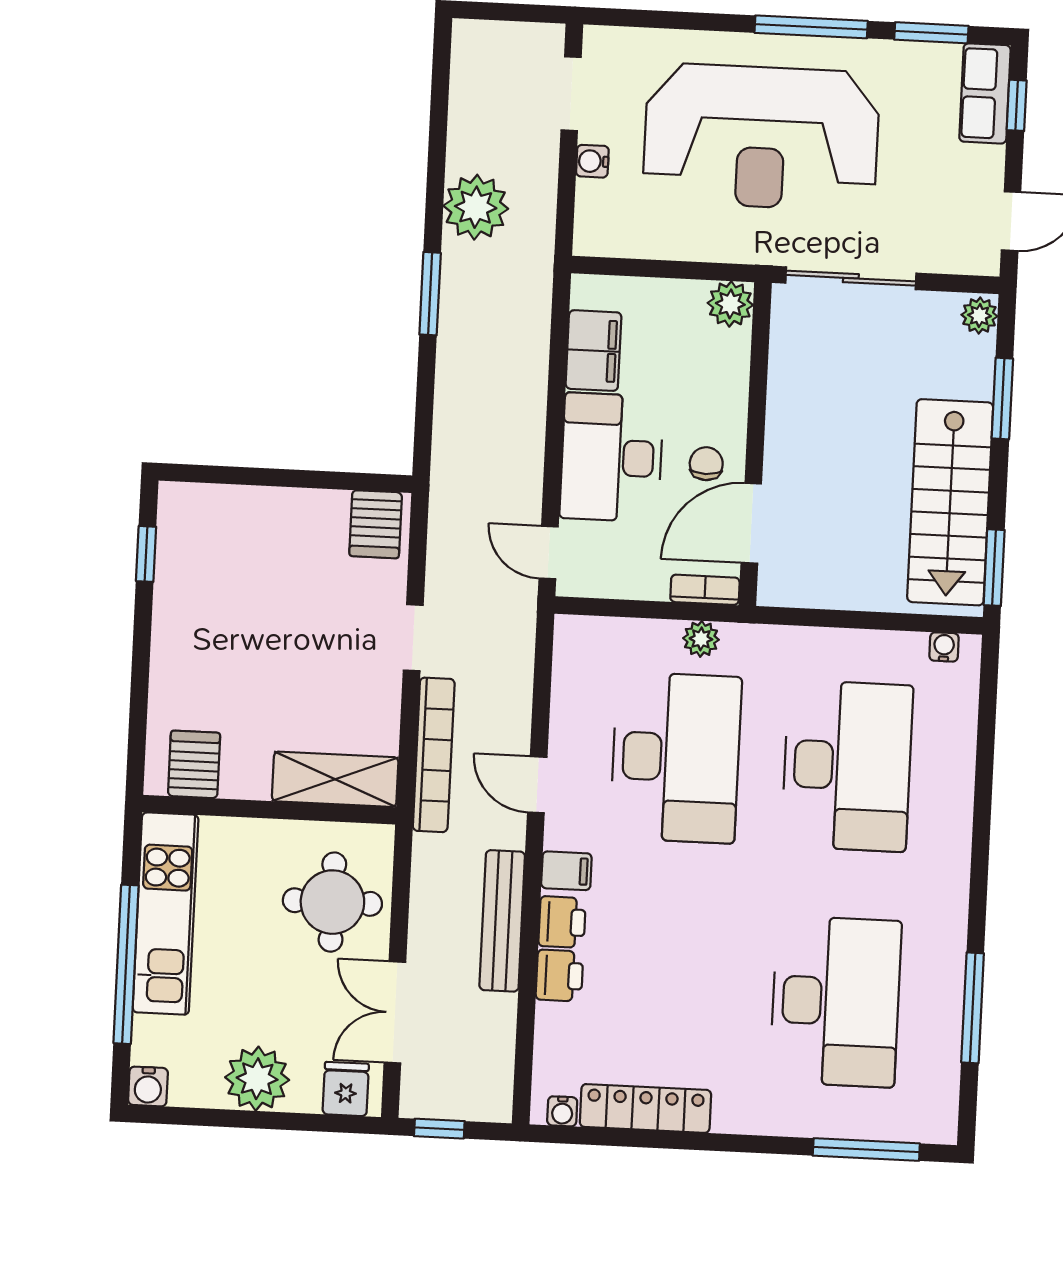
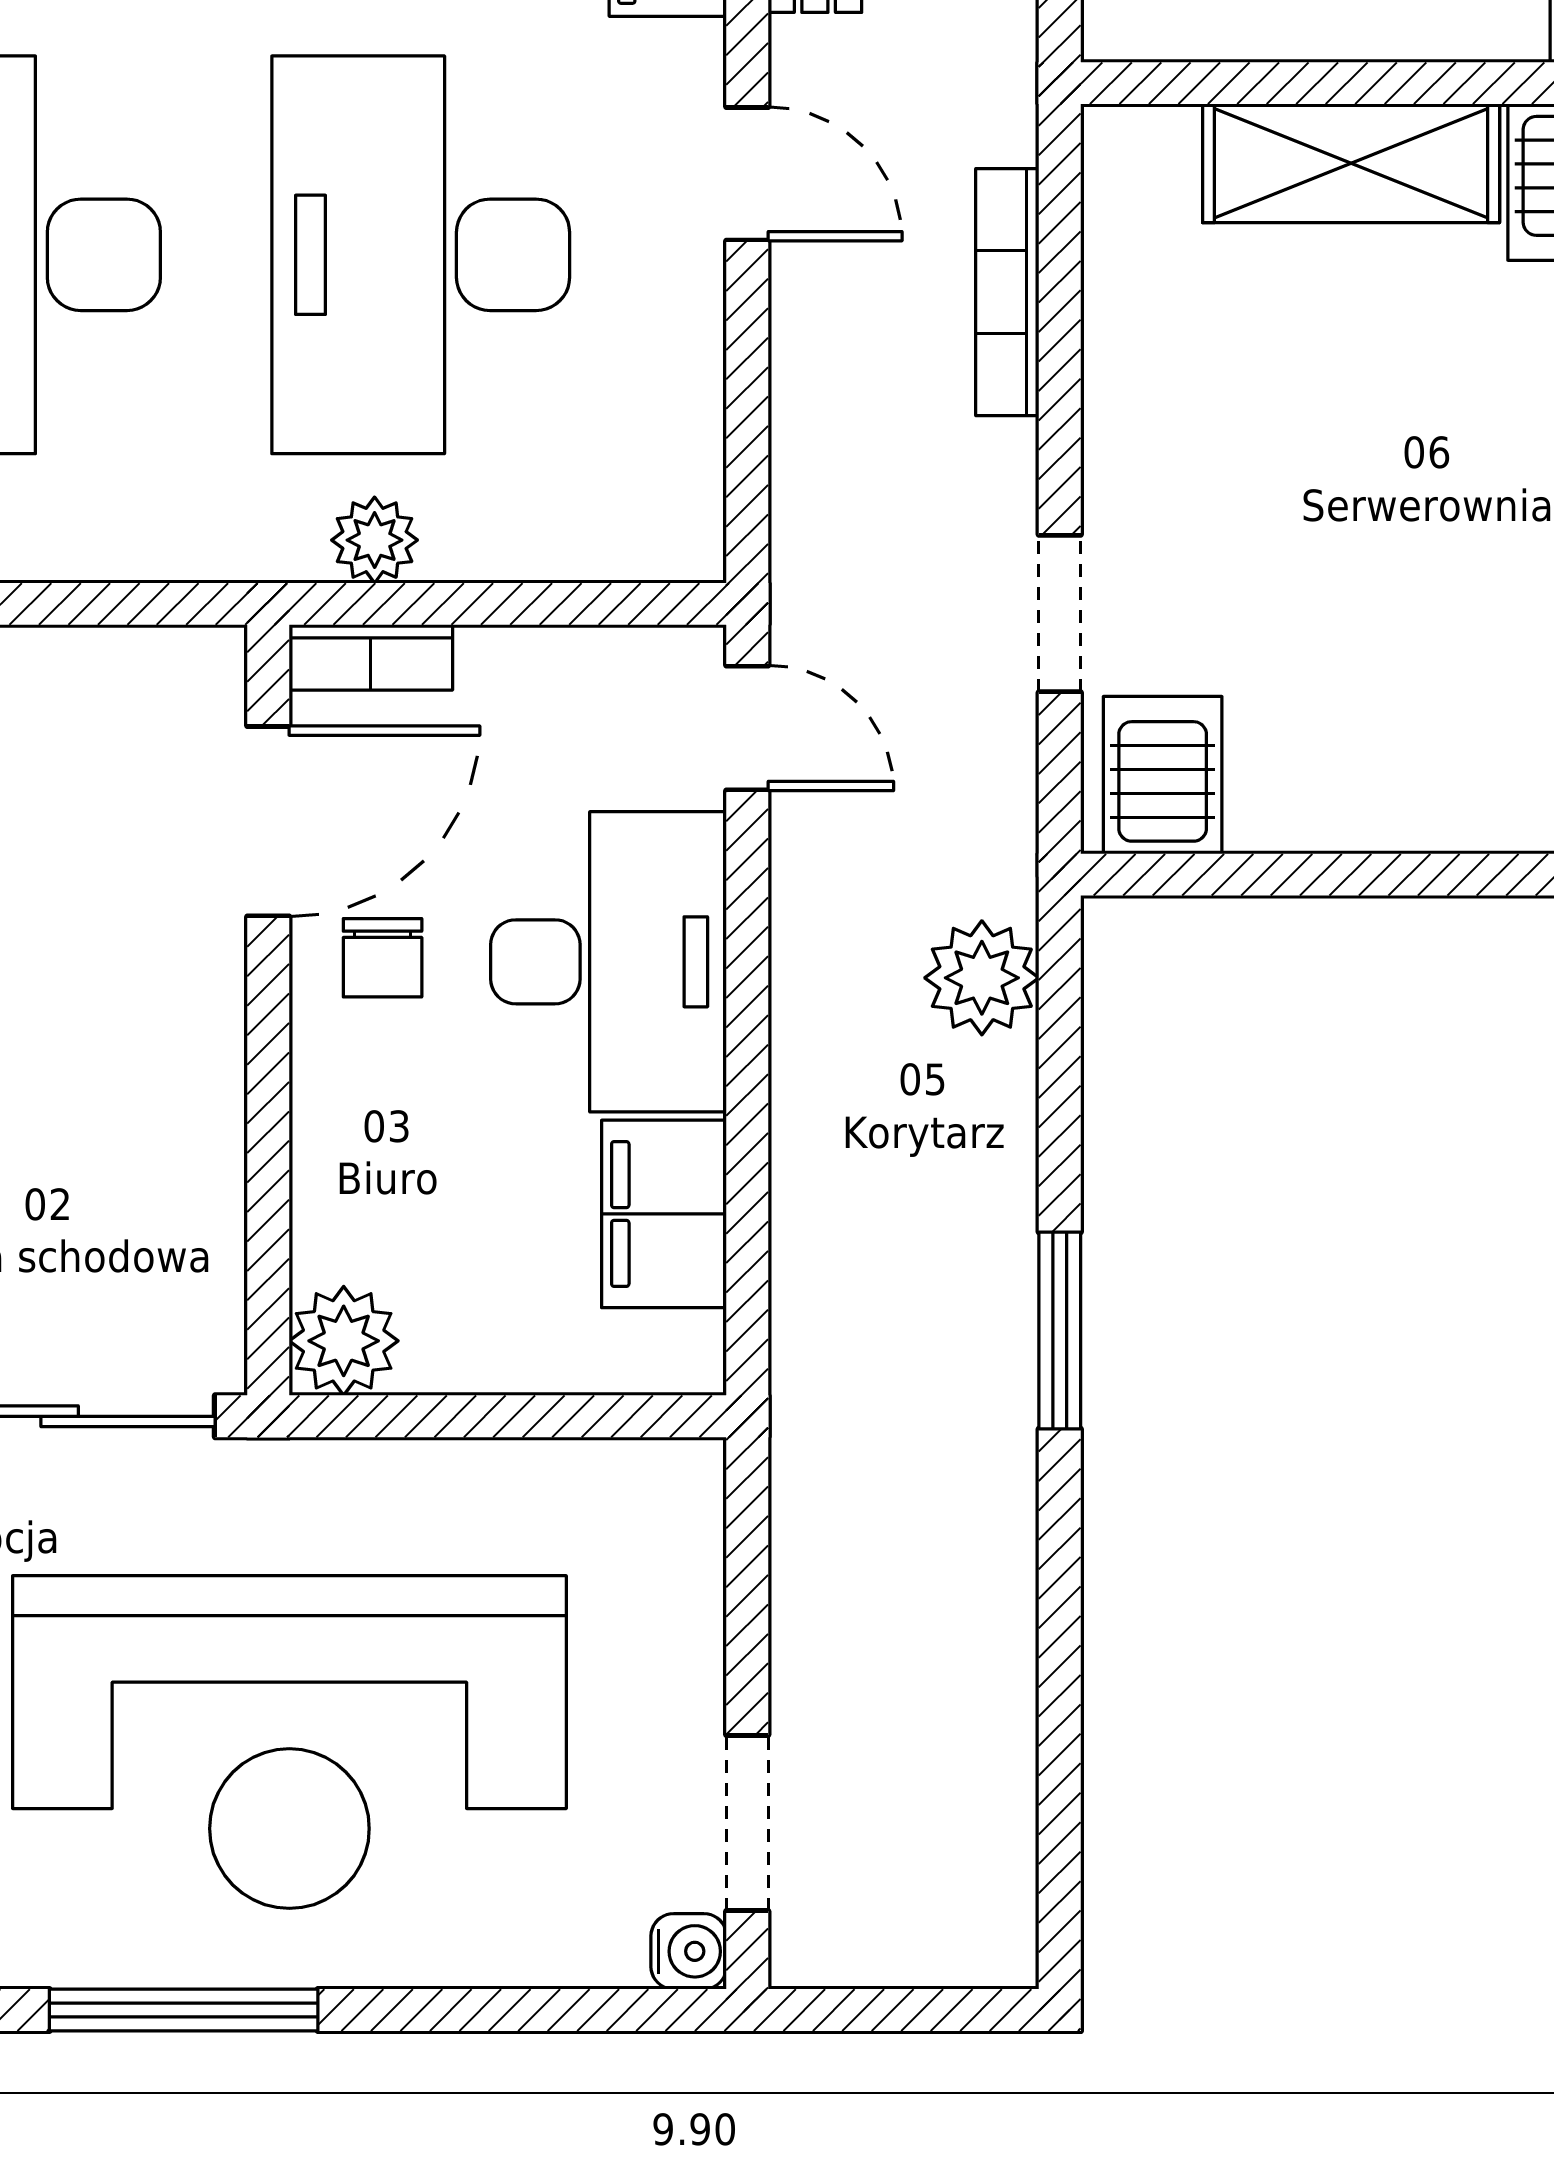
reception desk: (761, 137) -> (289, 1742), turned 180
water cooler: (592, 161) -> (689, 1951), moved
plant: (476, 207) -> (982, 978), moved, width x0.73, depth x0.73
doorway: (413, 638) -> (1060, 614), moved
bookcase: (434, 755) -> (1007, 292), width x0.68, depth x0.76
shelving: (335, 779) -> (1351, 163), moved

